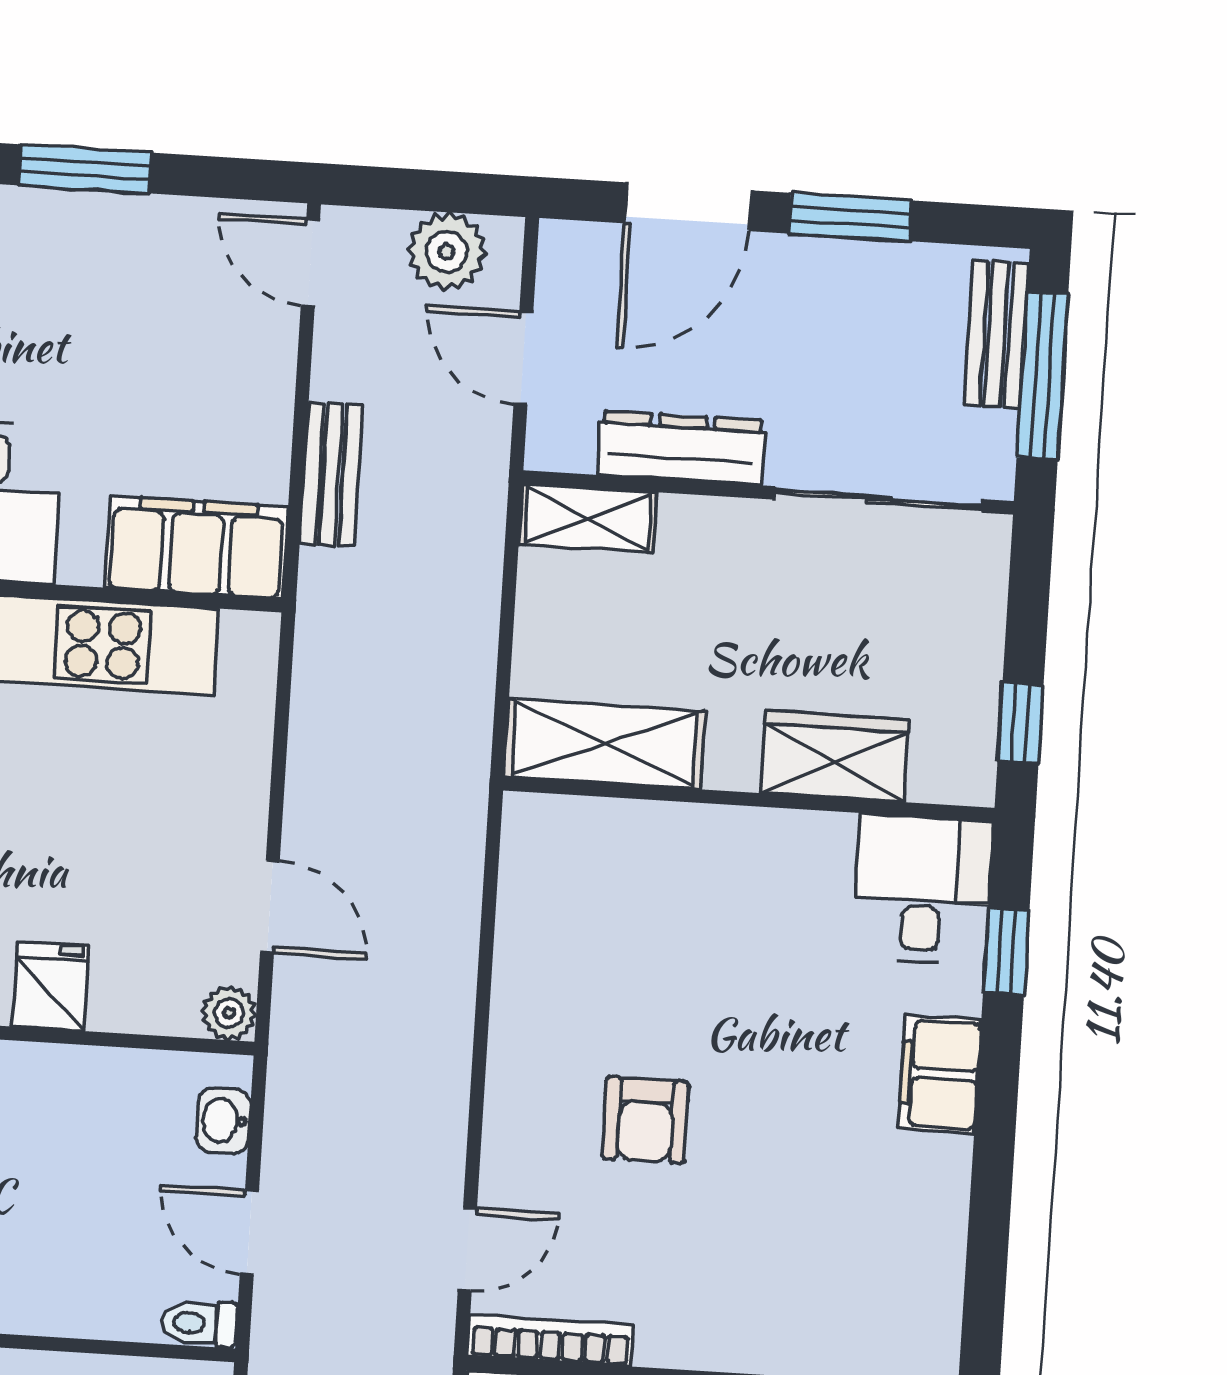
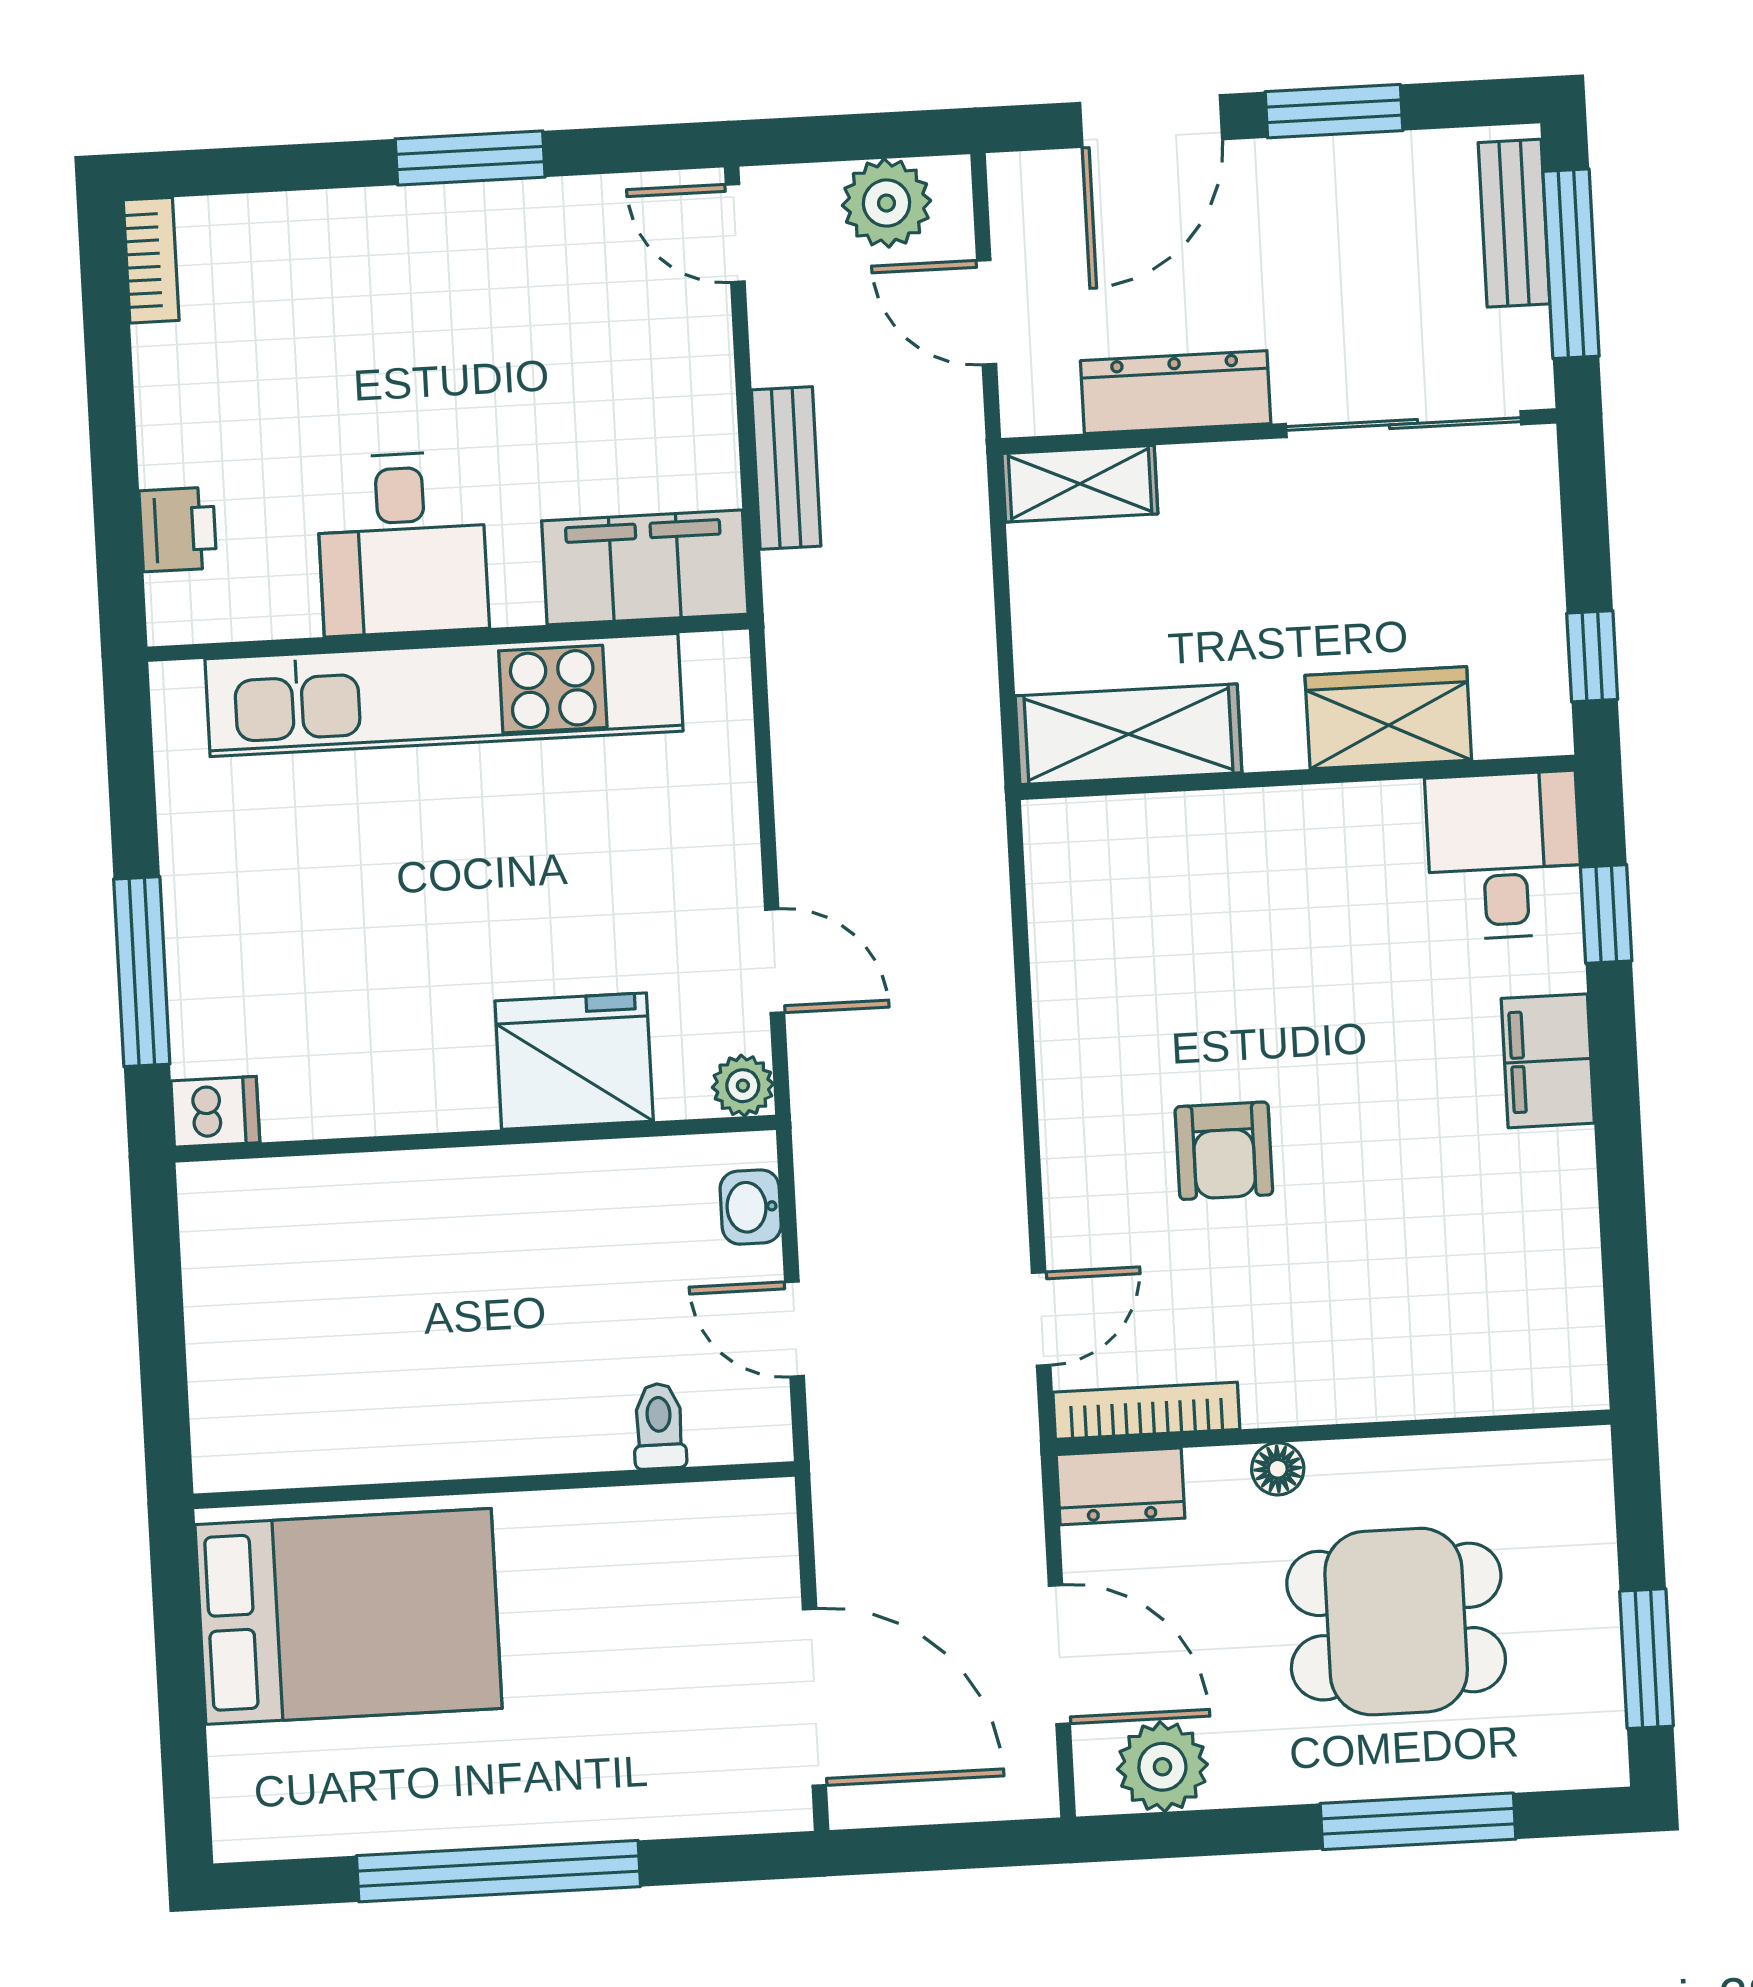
fridge: (51, 986) -> (574, 1061), width x1.88, depth x1.34
toilet: (199, 1323) -> (659, 1426), moved, turned 90

